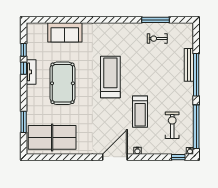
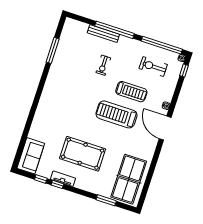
sofa: (65, 32) -> (31, 156), moved
exercise bike: (157, 39) -> (103, 65), moved
treadmill: (110, 77) -> (117, 114), moved

